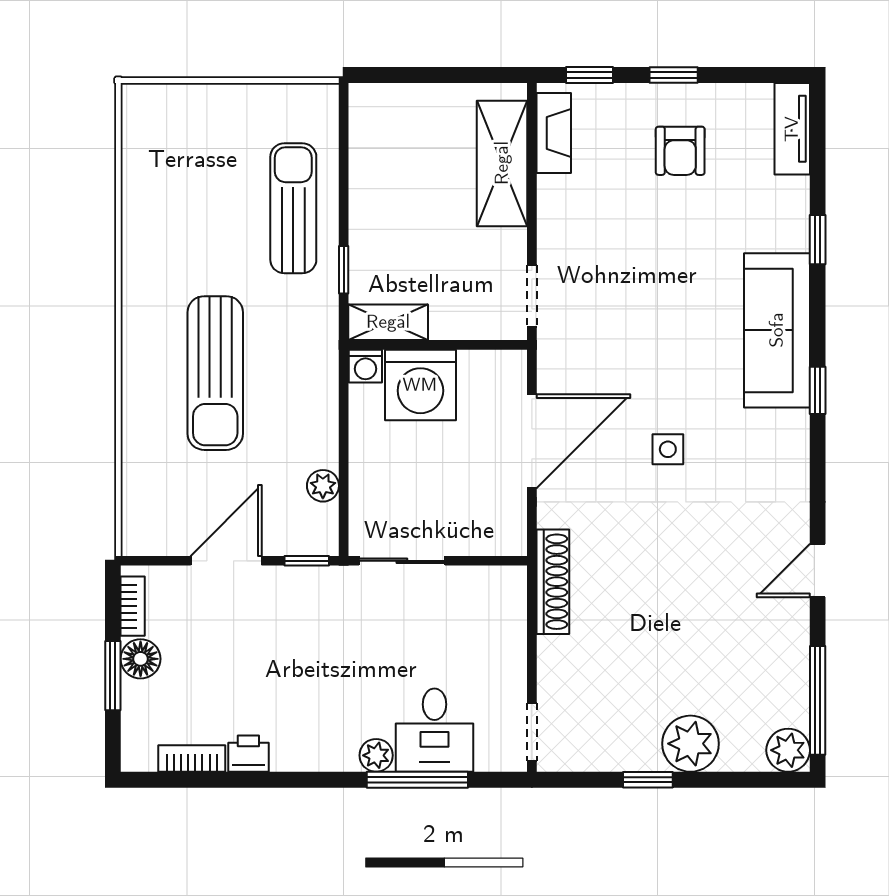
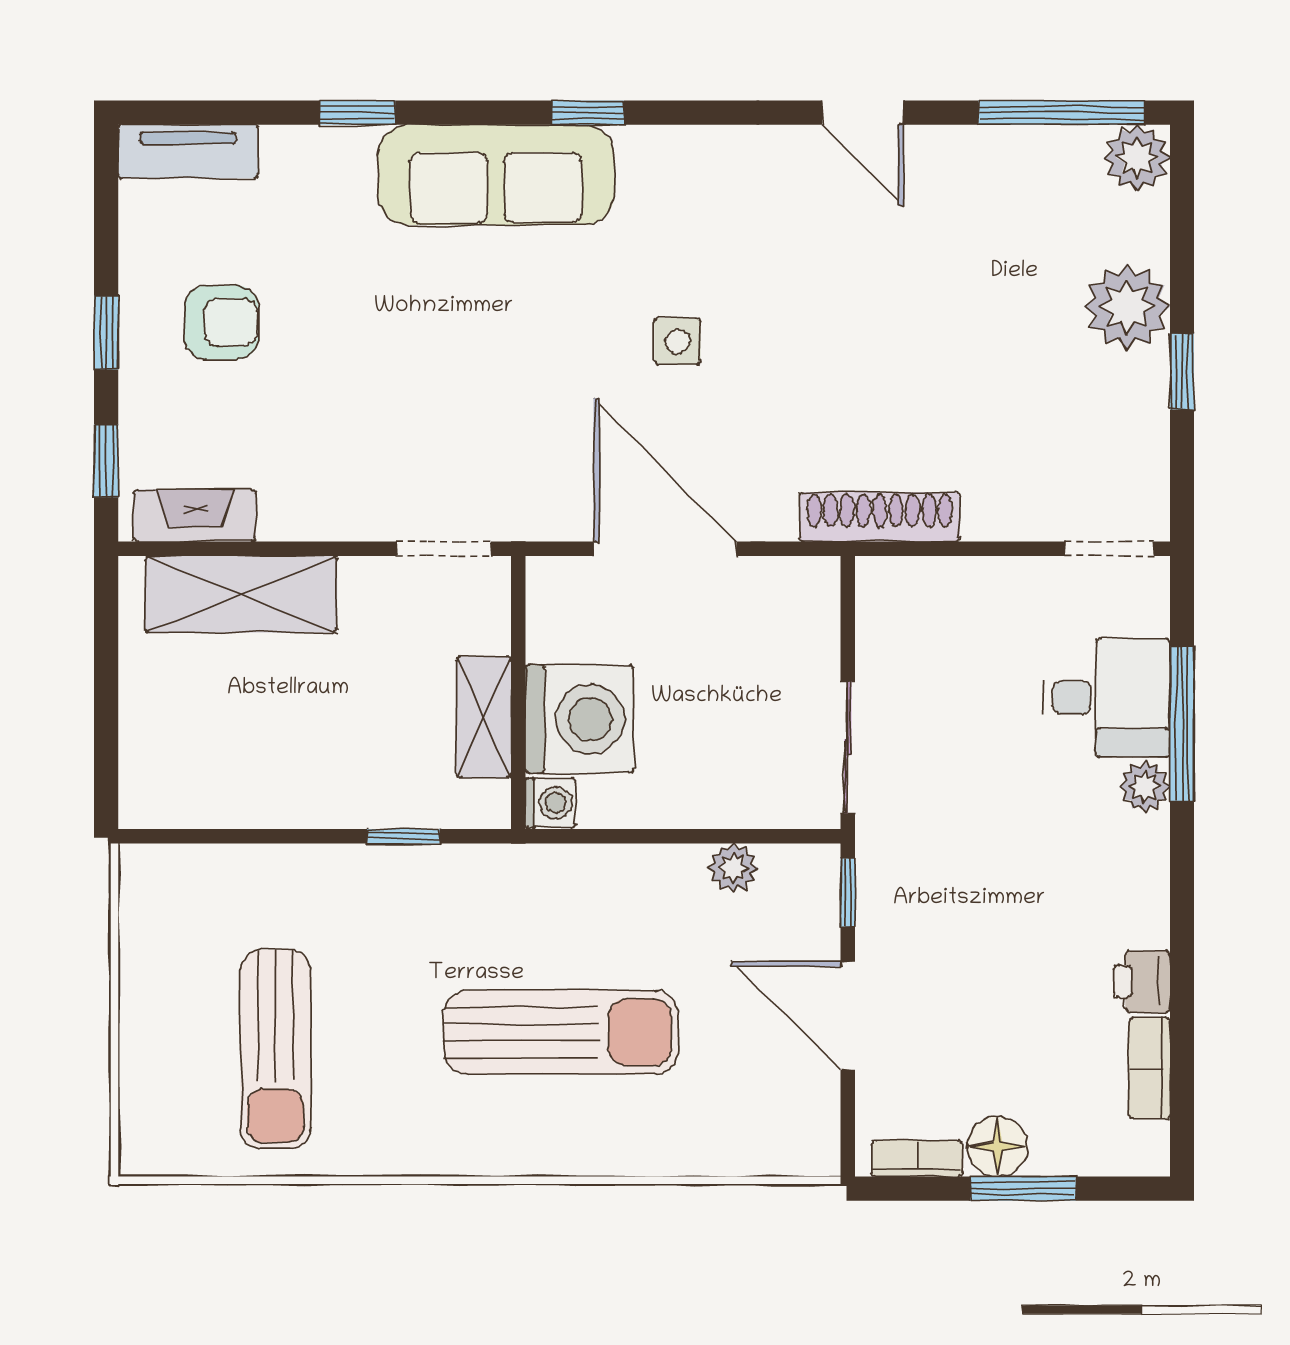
sun lounger: (293, 208) -> (275, 1049), moved, turned -90
shelving: (388, 322) -> (484, 717), moved

